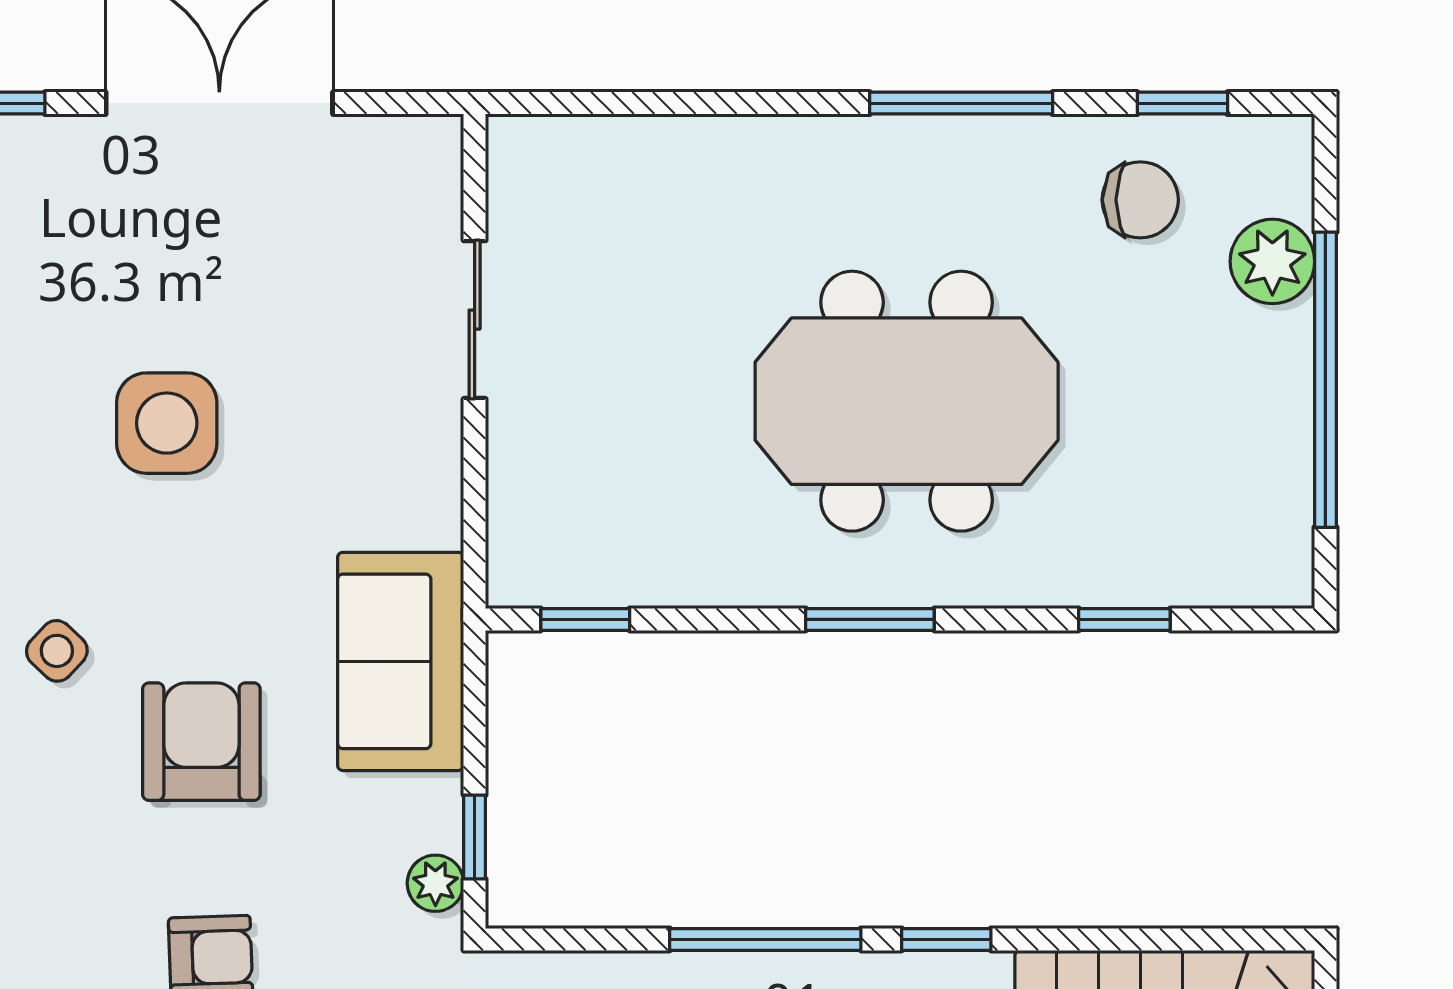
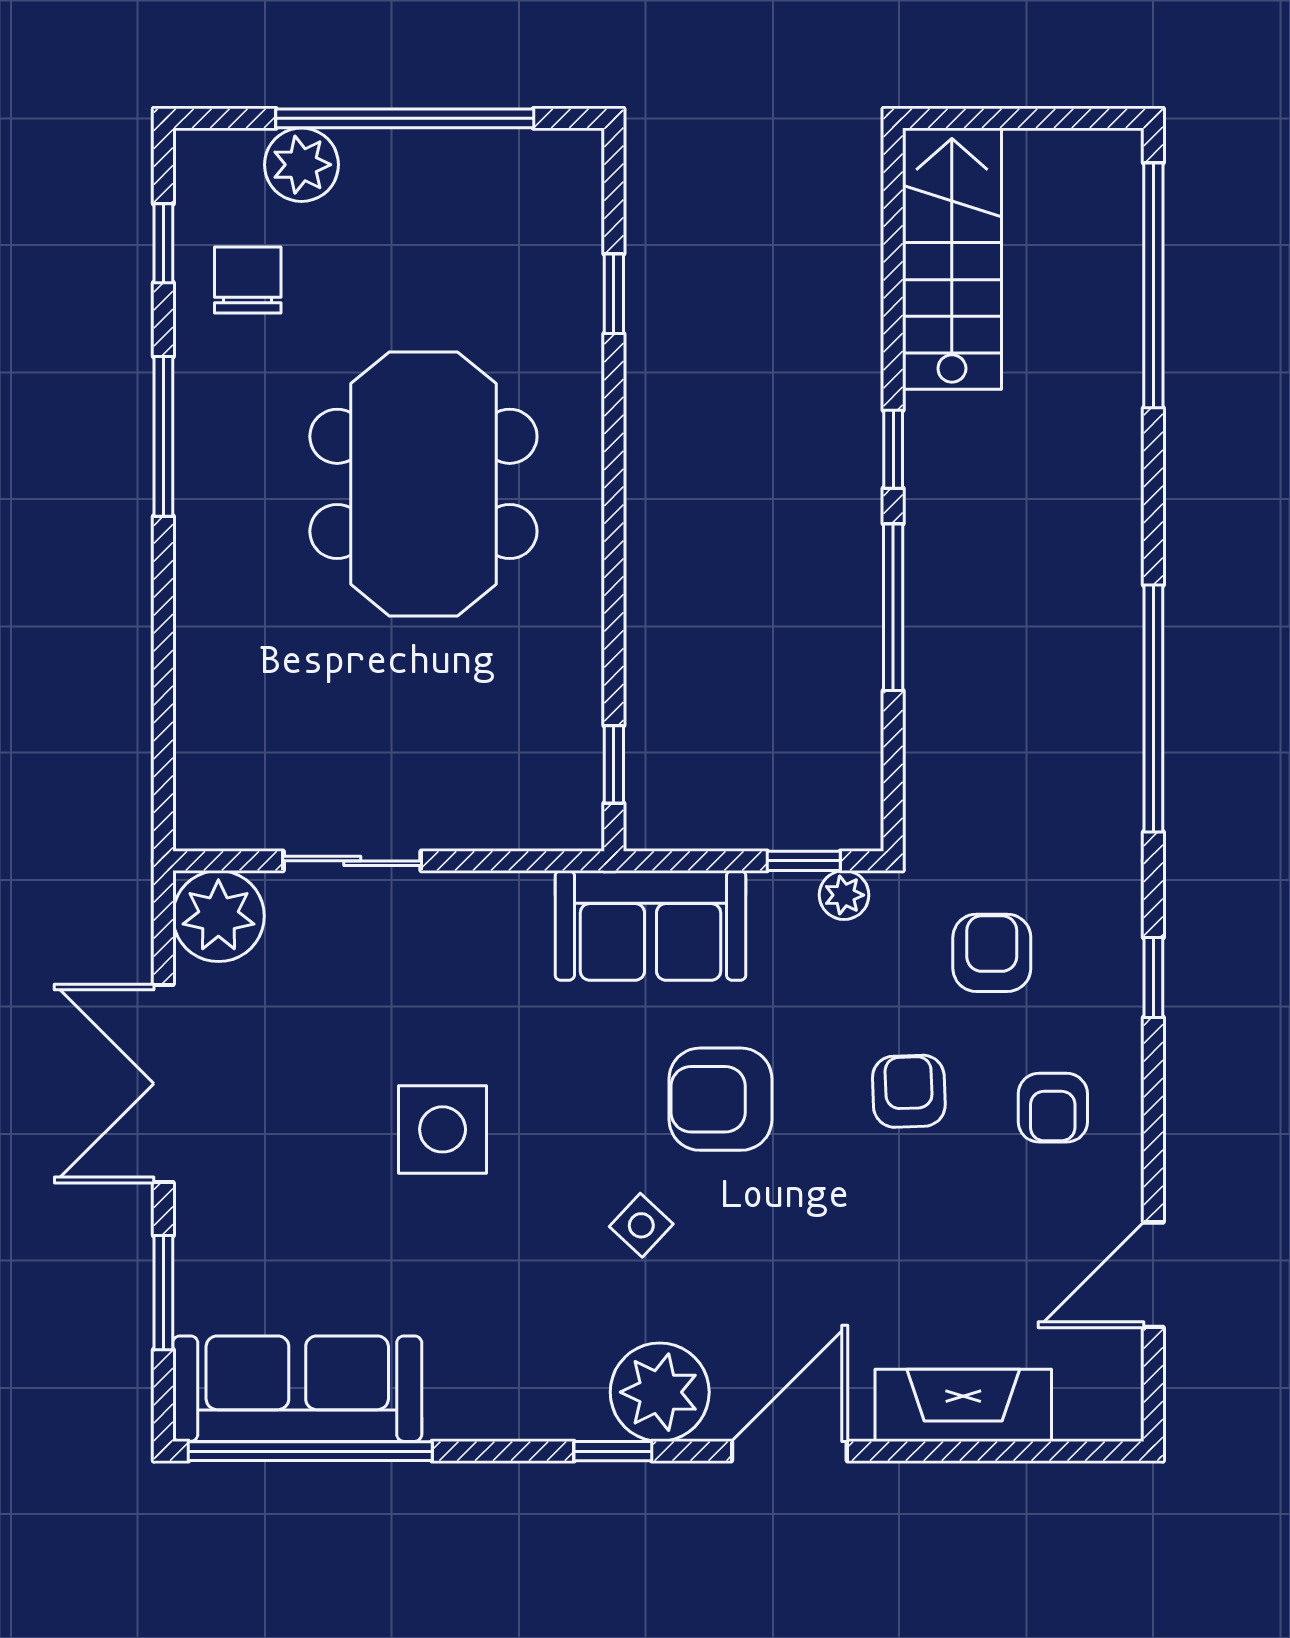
plant: (411, 166) -> (218, 916), added
window: (870, 619) -> (614, 516), removed

